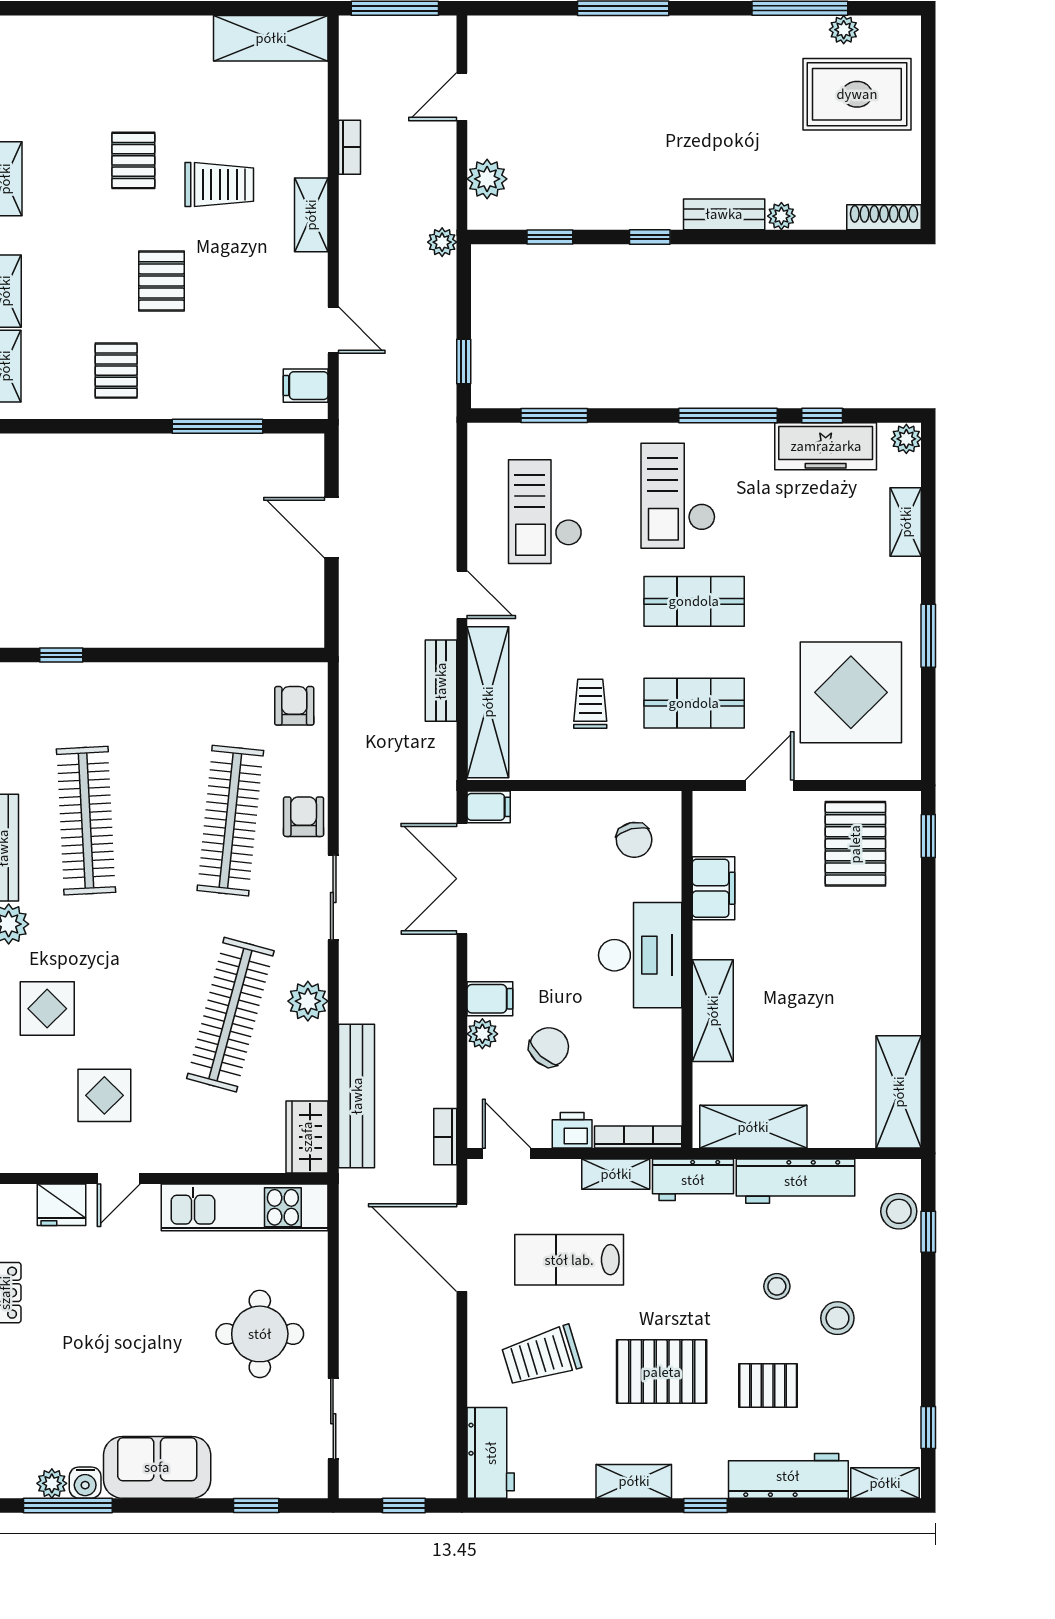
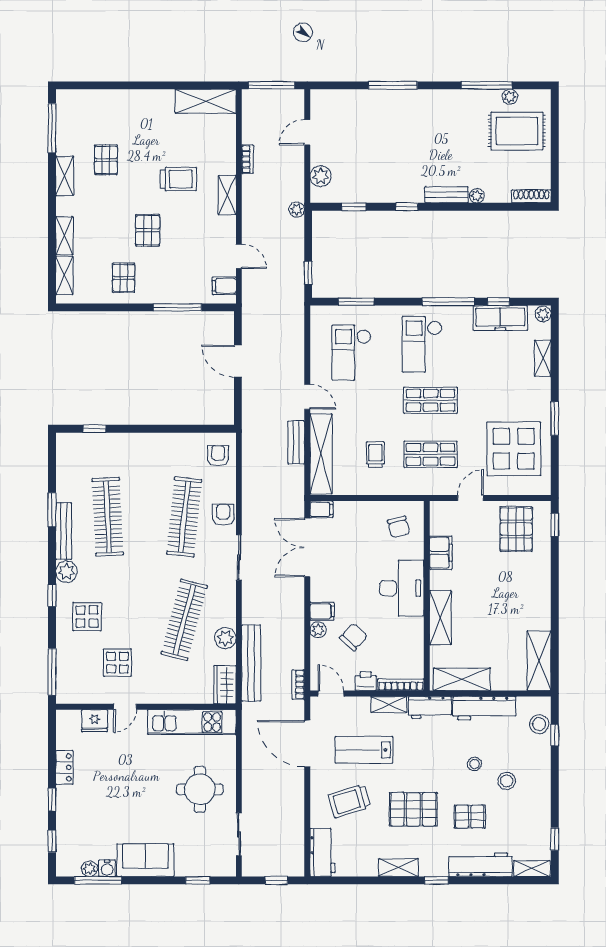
pallet: (133, 160) -> (106, 160), moved
plant: (308, 1001) -> (225, 638), moved

